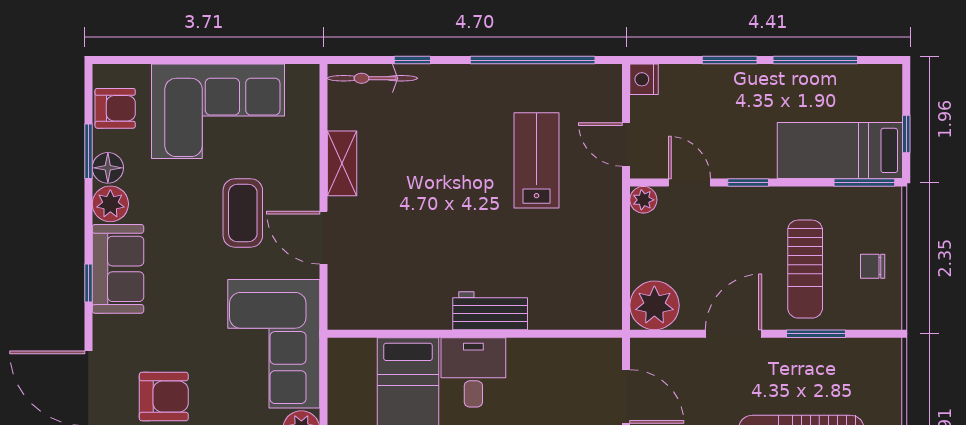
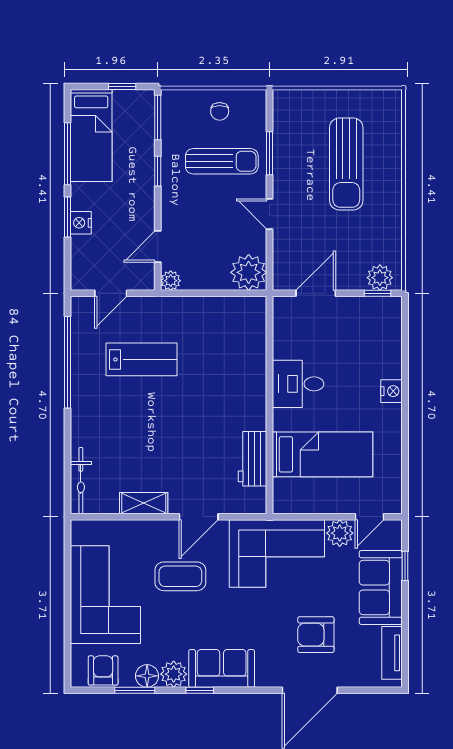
window: (412, 60) -> (68, 451), removed
nightstand: (644, 79) -> (81, 223), moved, turned 90
door: (626, 145) -> (111, 293), moved
bed: (840, 150) -> (91, 136), moved
lab bench: (537, 160) -> (141, 359), turned 180
window: (748, 182) -> (158, 171), moved
window: (88, 283) -> (200, 690), moved
workbench: (490, 311) -> (253, 459), moved
door: (734, 334) -> (270, 214), width x0.73
desk: (473, 372) -> (298, 384), moved
armchair: (164, 397) -> (316, 635), turned -90

